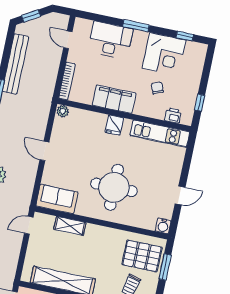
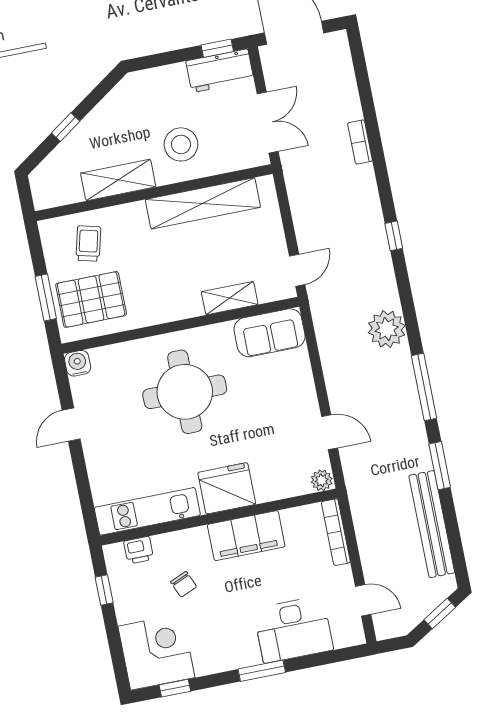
corner desk: (164, 54) -> (156, 652), moved, turned 90
fridge: (114, 125) -> (227, 488), width x1.88, depth x1.34
door: (44, 151) -> (330, 432), moved

